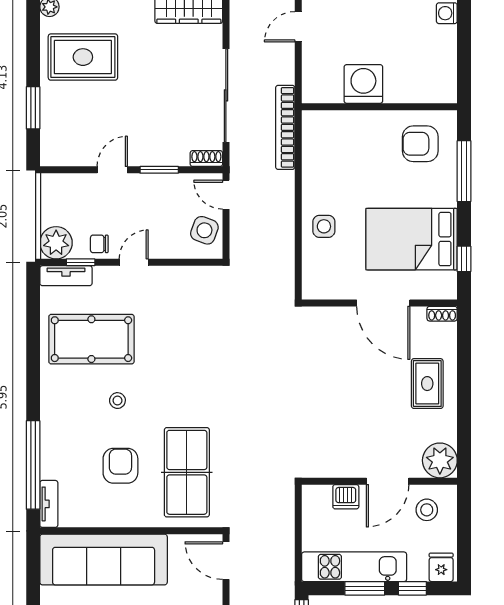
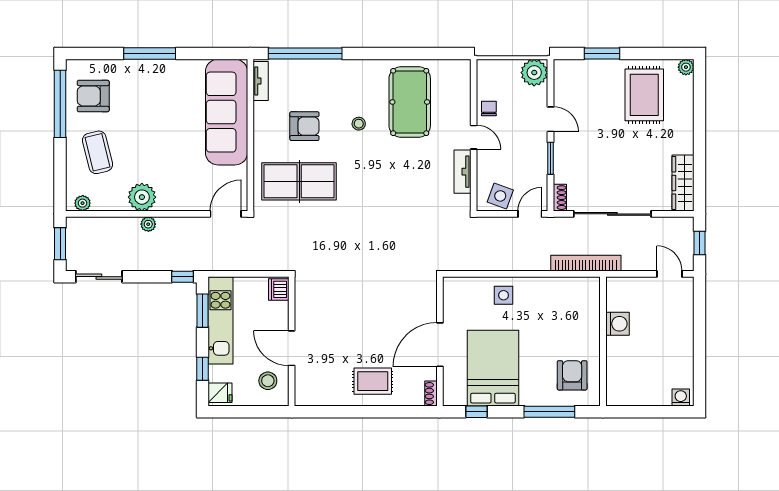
washing machine: (363, 84) -> (618, 324), width x0.73, depth x0.73
plant: (56, 243) -> (534, 73), moved
window: (81, 262) -> (474, 93), removed
tv unit: (66, 276) -> (462, 172), moved
plant: (440, 460) -> (309, 392), removed
dishwasher: (346, 497) -> (279, 289), moved
tv unit: (49, 504) -> (261, 81), moved, turned -90
window: (365, 588) -> (203, 311), moved

